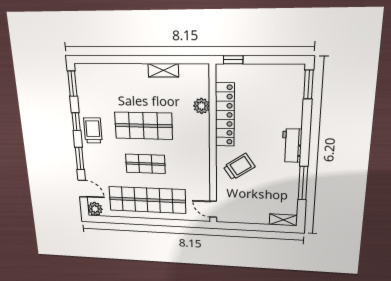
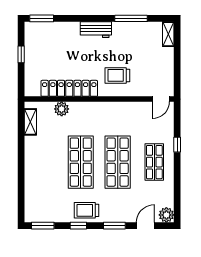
window: (233, 60) -> (21, 54), moved
shelving: (163, 70) -> (30, 122), moved
shop shelf: (145, 164) -> (118, 162), width x1.43, depth x1.36
trolley: (239, 167) -> (117, 75), turned -56
shop shelf: (147, 200) -> (154, 162), width x0.50, depth x0.74
window: (166, 223) -> (177, 145), added

